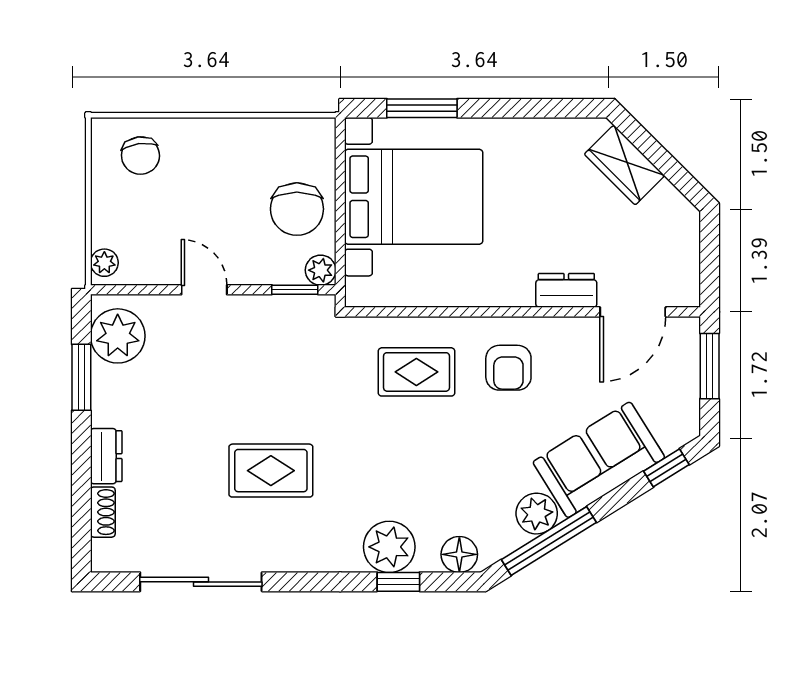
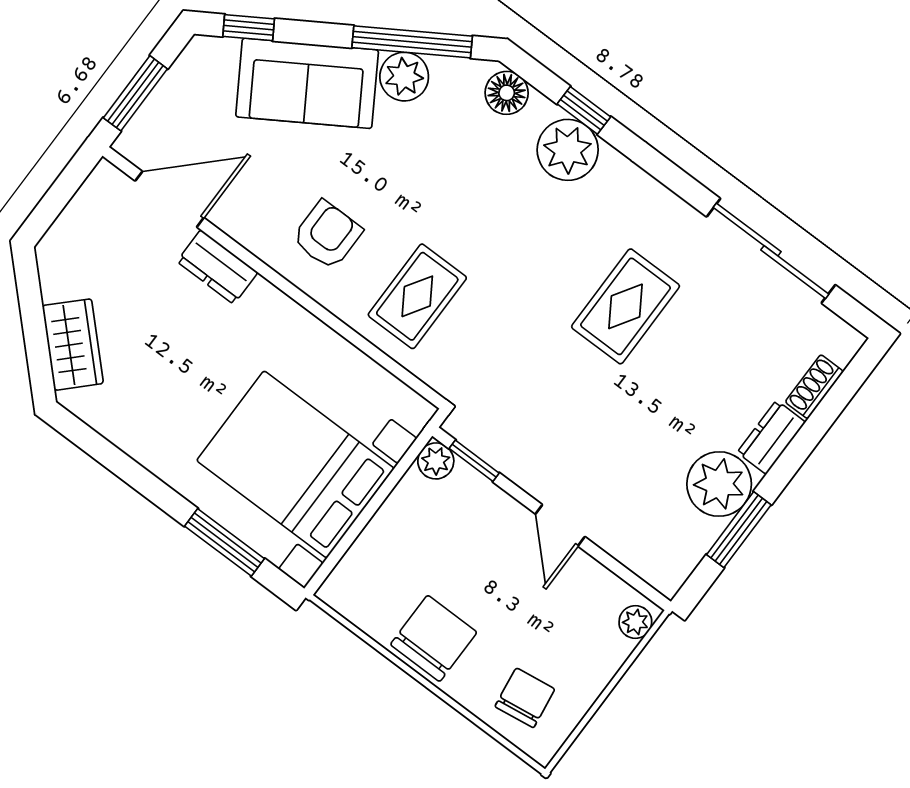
chair: (297, 209) -> (434, 638), moved
plant: (118, 336) -> (719, 484), moved
rug: (416, 372) -> (417, 296), turned 90
rug: (271, 471) -> (626, 306), turned 90

